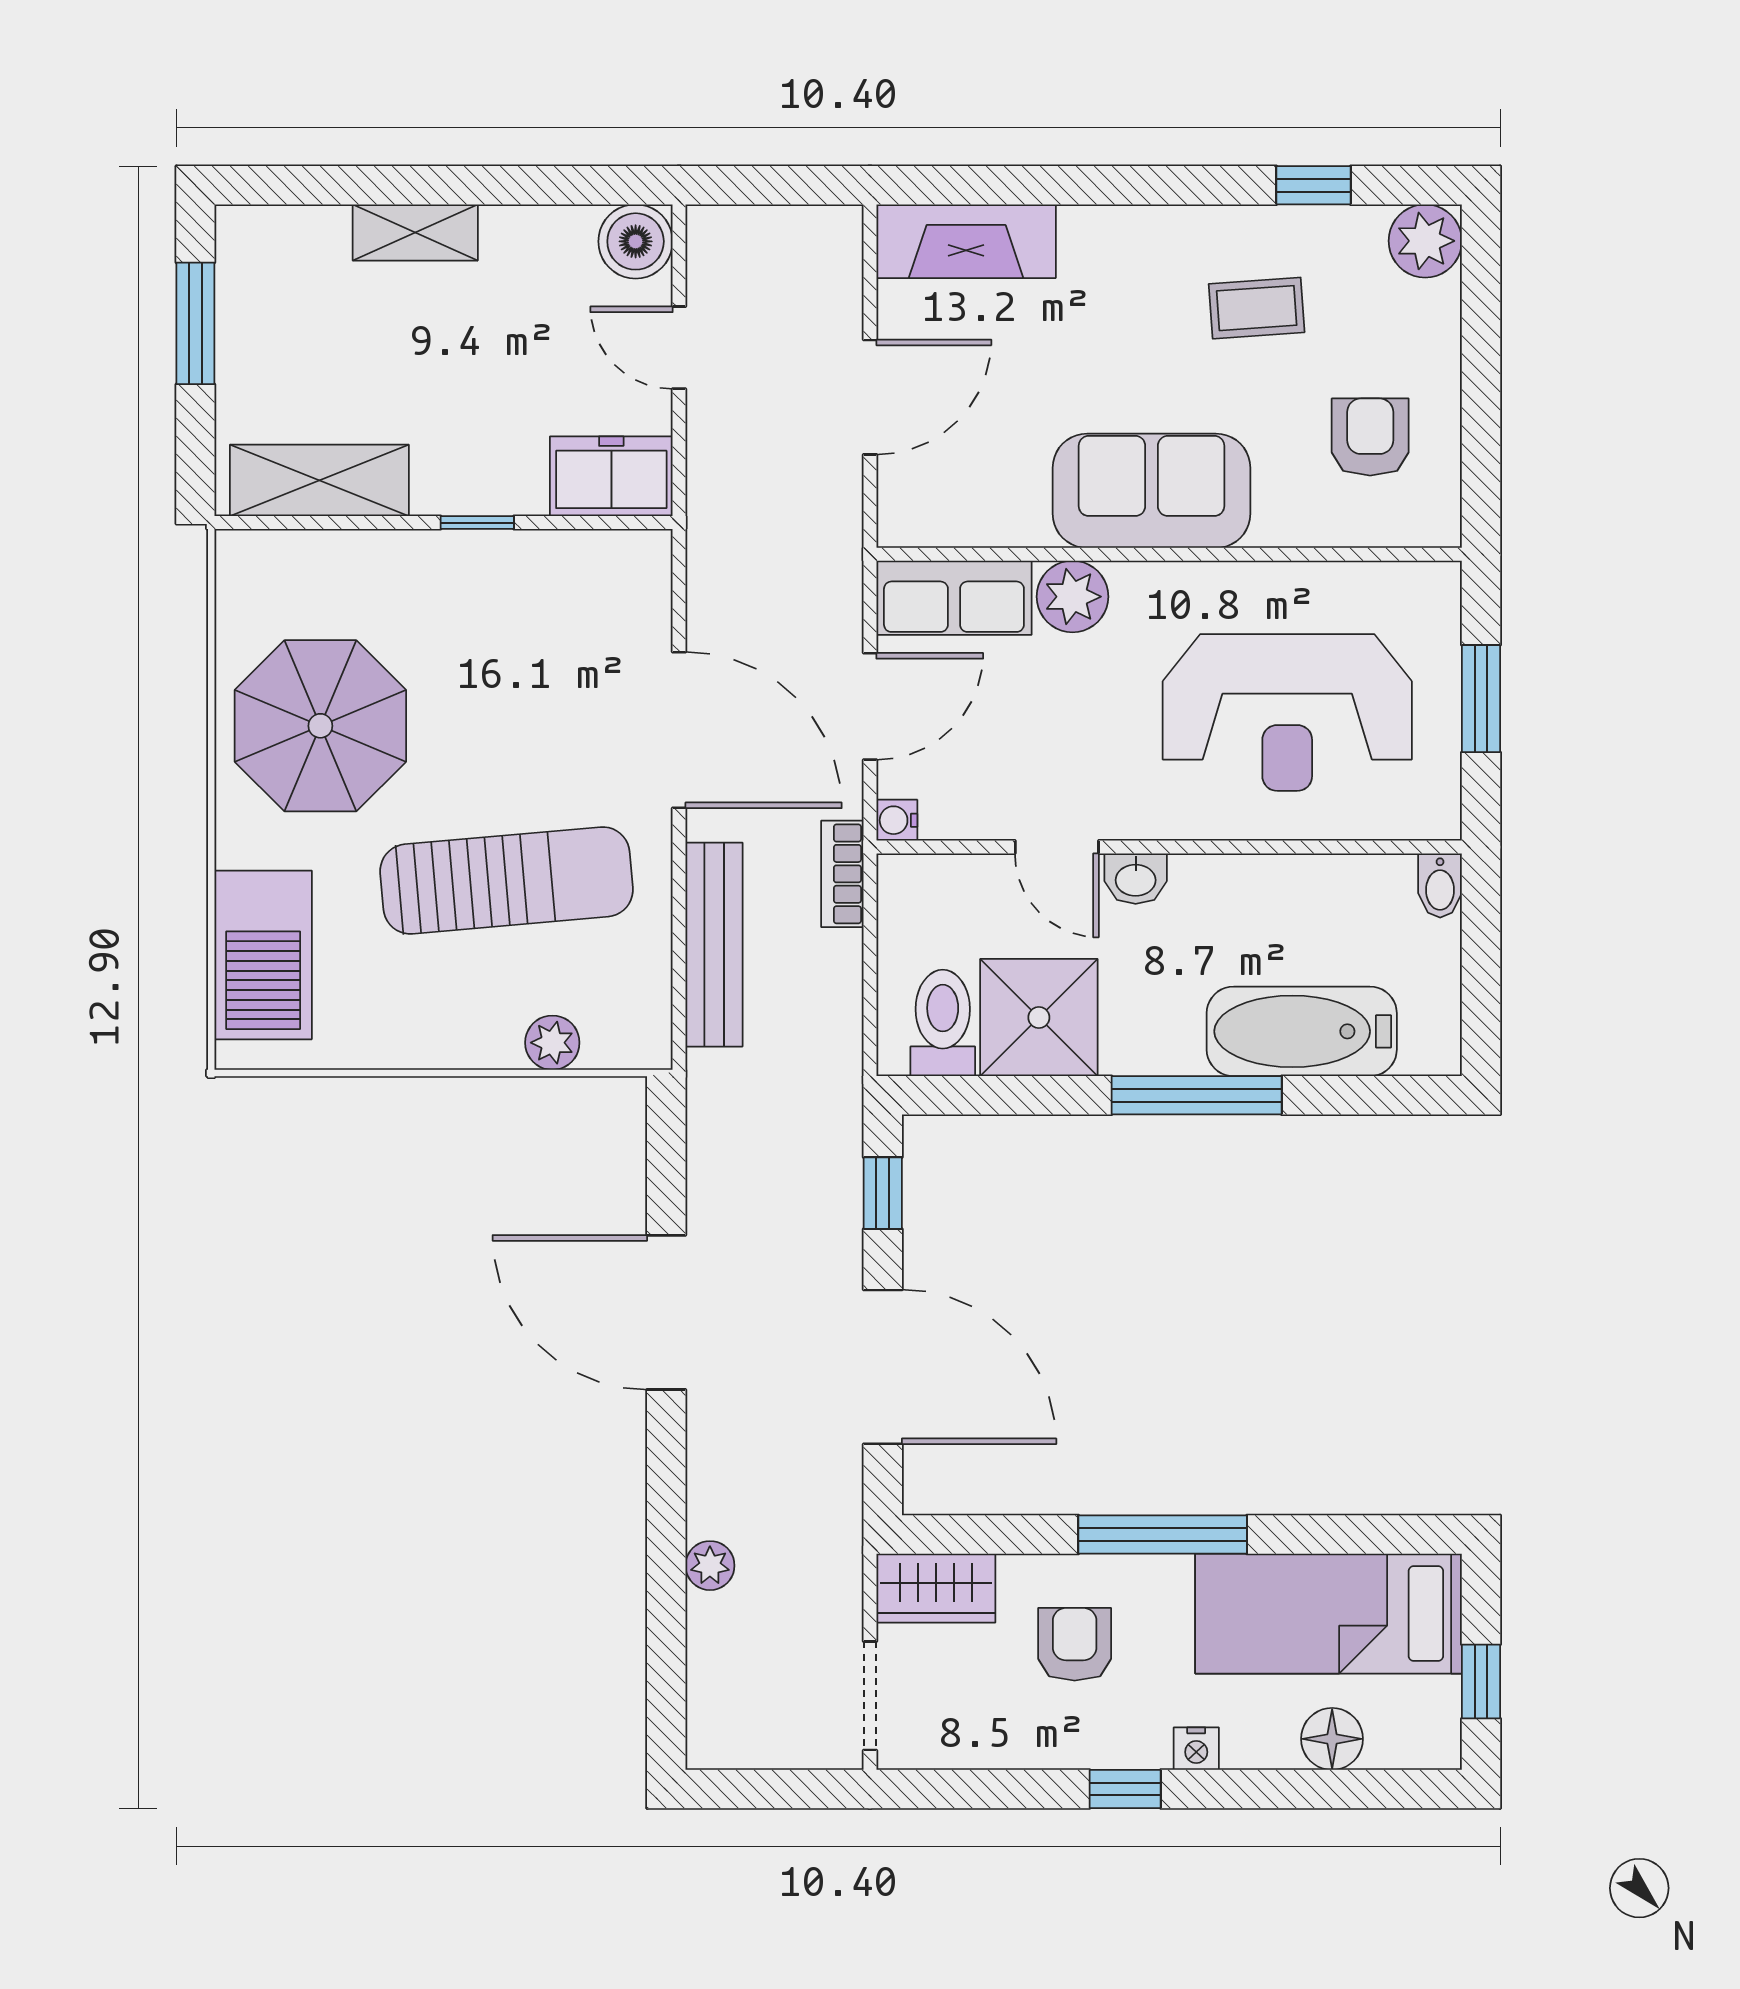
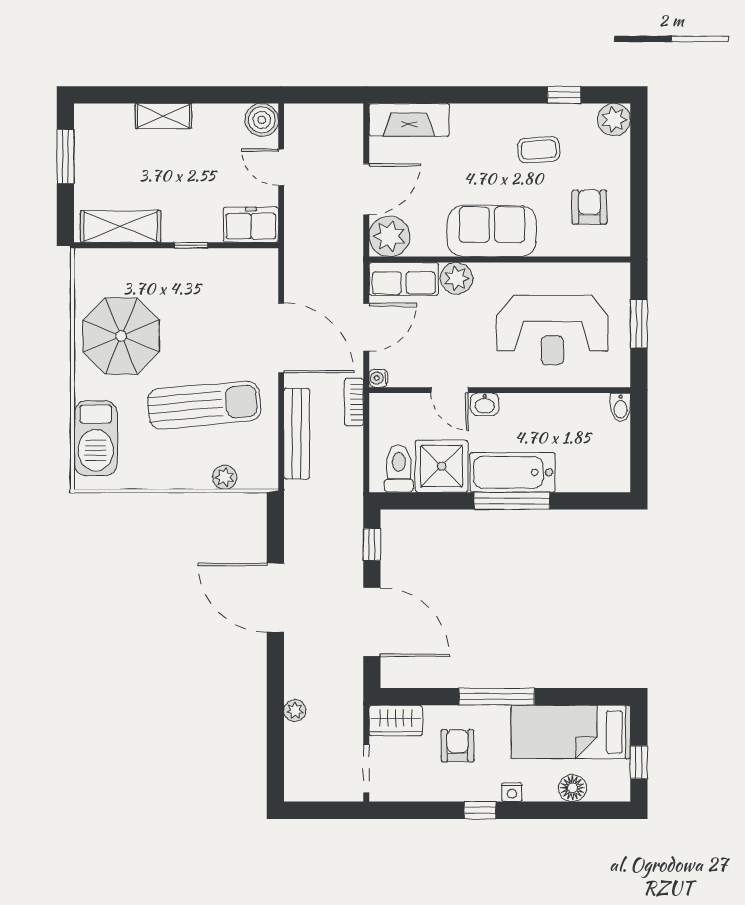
plant: (922, 502) -> (389, 236), added
bathtub: (1302, 1031) -> (512, 472), moved

